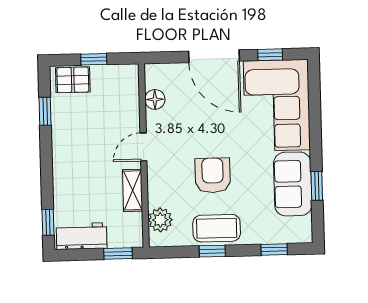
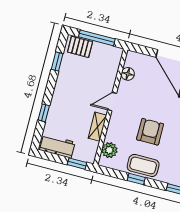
window: (94, 59) -> (97, 38), width x2.17
window: (48, 222) -> (44, 113), moved

